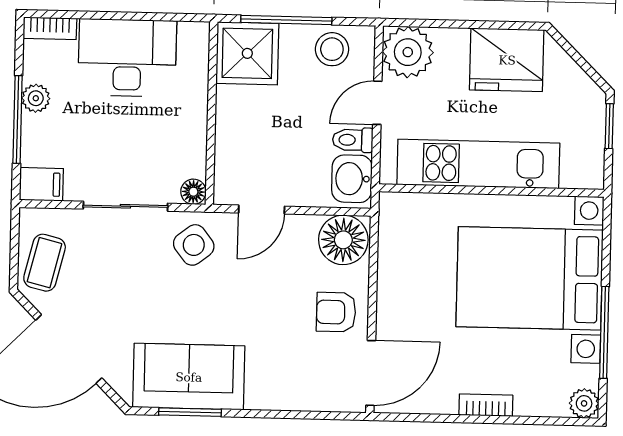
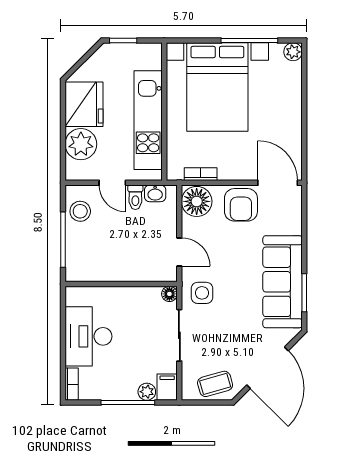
plant: (408, 52) -> (81, 144), moved
shower: (247, 53) -> (84, 263), removed
plant: (36, 98) -> (147, 392), moved
washbasin: (352, 179) -> (155, 193), width x0.72, depth x0.69
side table: (194, 245) -> (202, 293), turned 38
coffee table: (45, 263) -> (215, 384), turned -30
armchair: (336, 312) -> (241, 205), width x1.38, depth x1.38
sofa: (189, 377) -> (283, 282), width x1.36
bookcase: (486, 405) -> (201, 174), moved, turned 90

